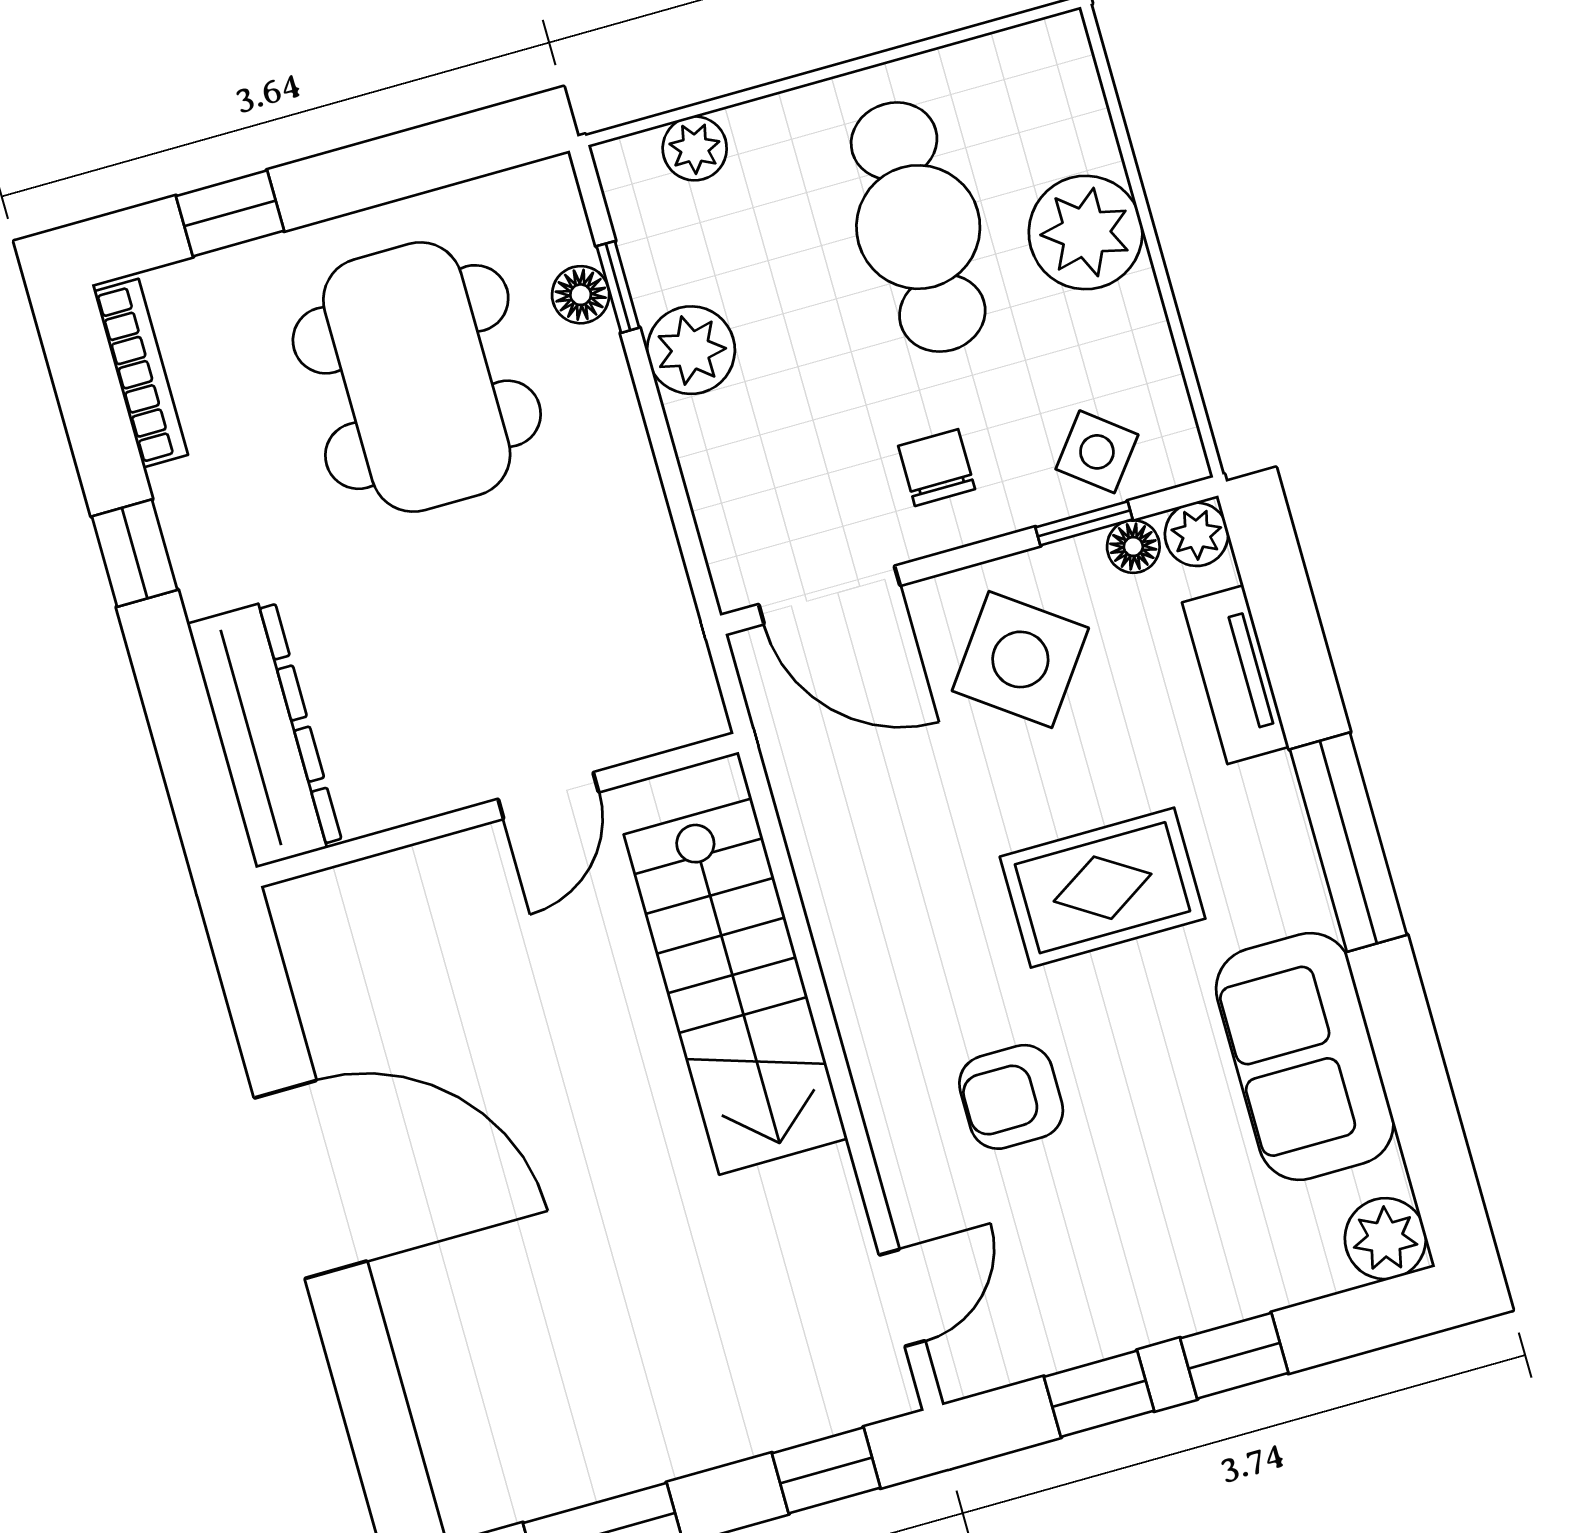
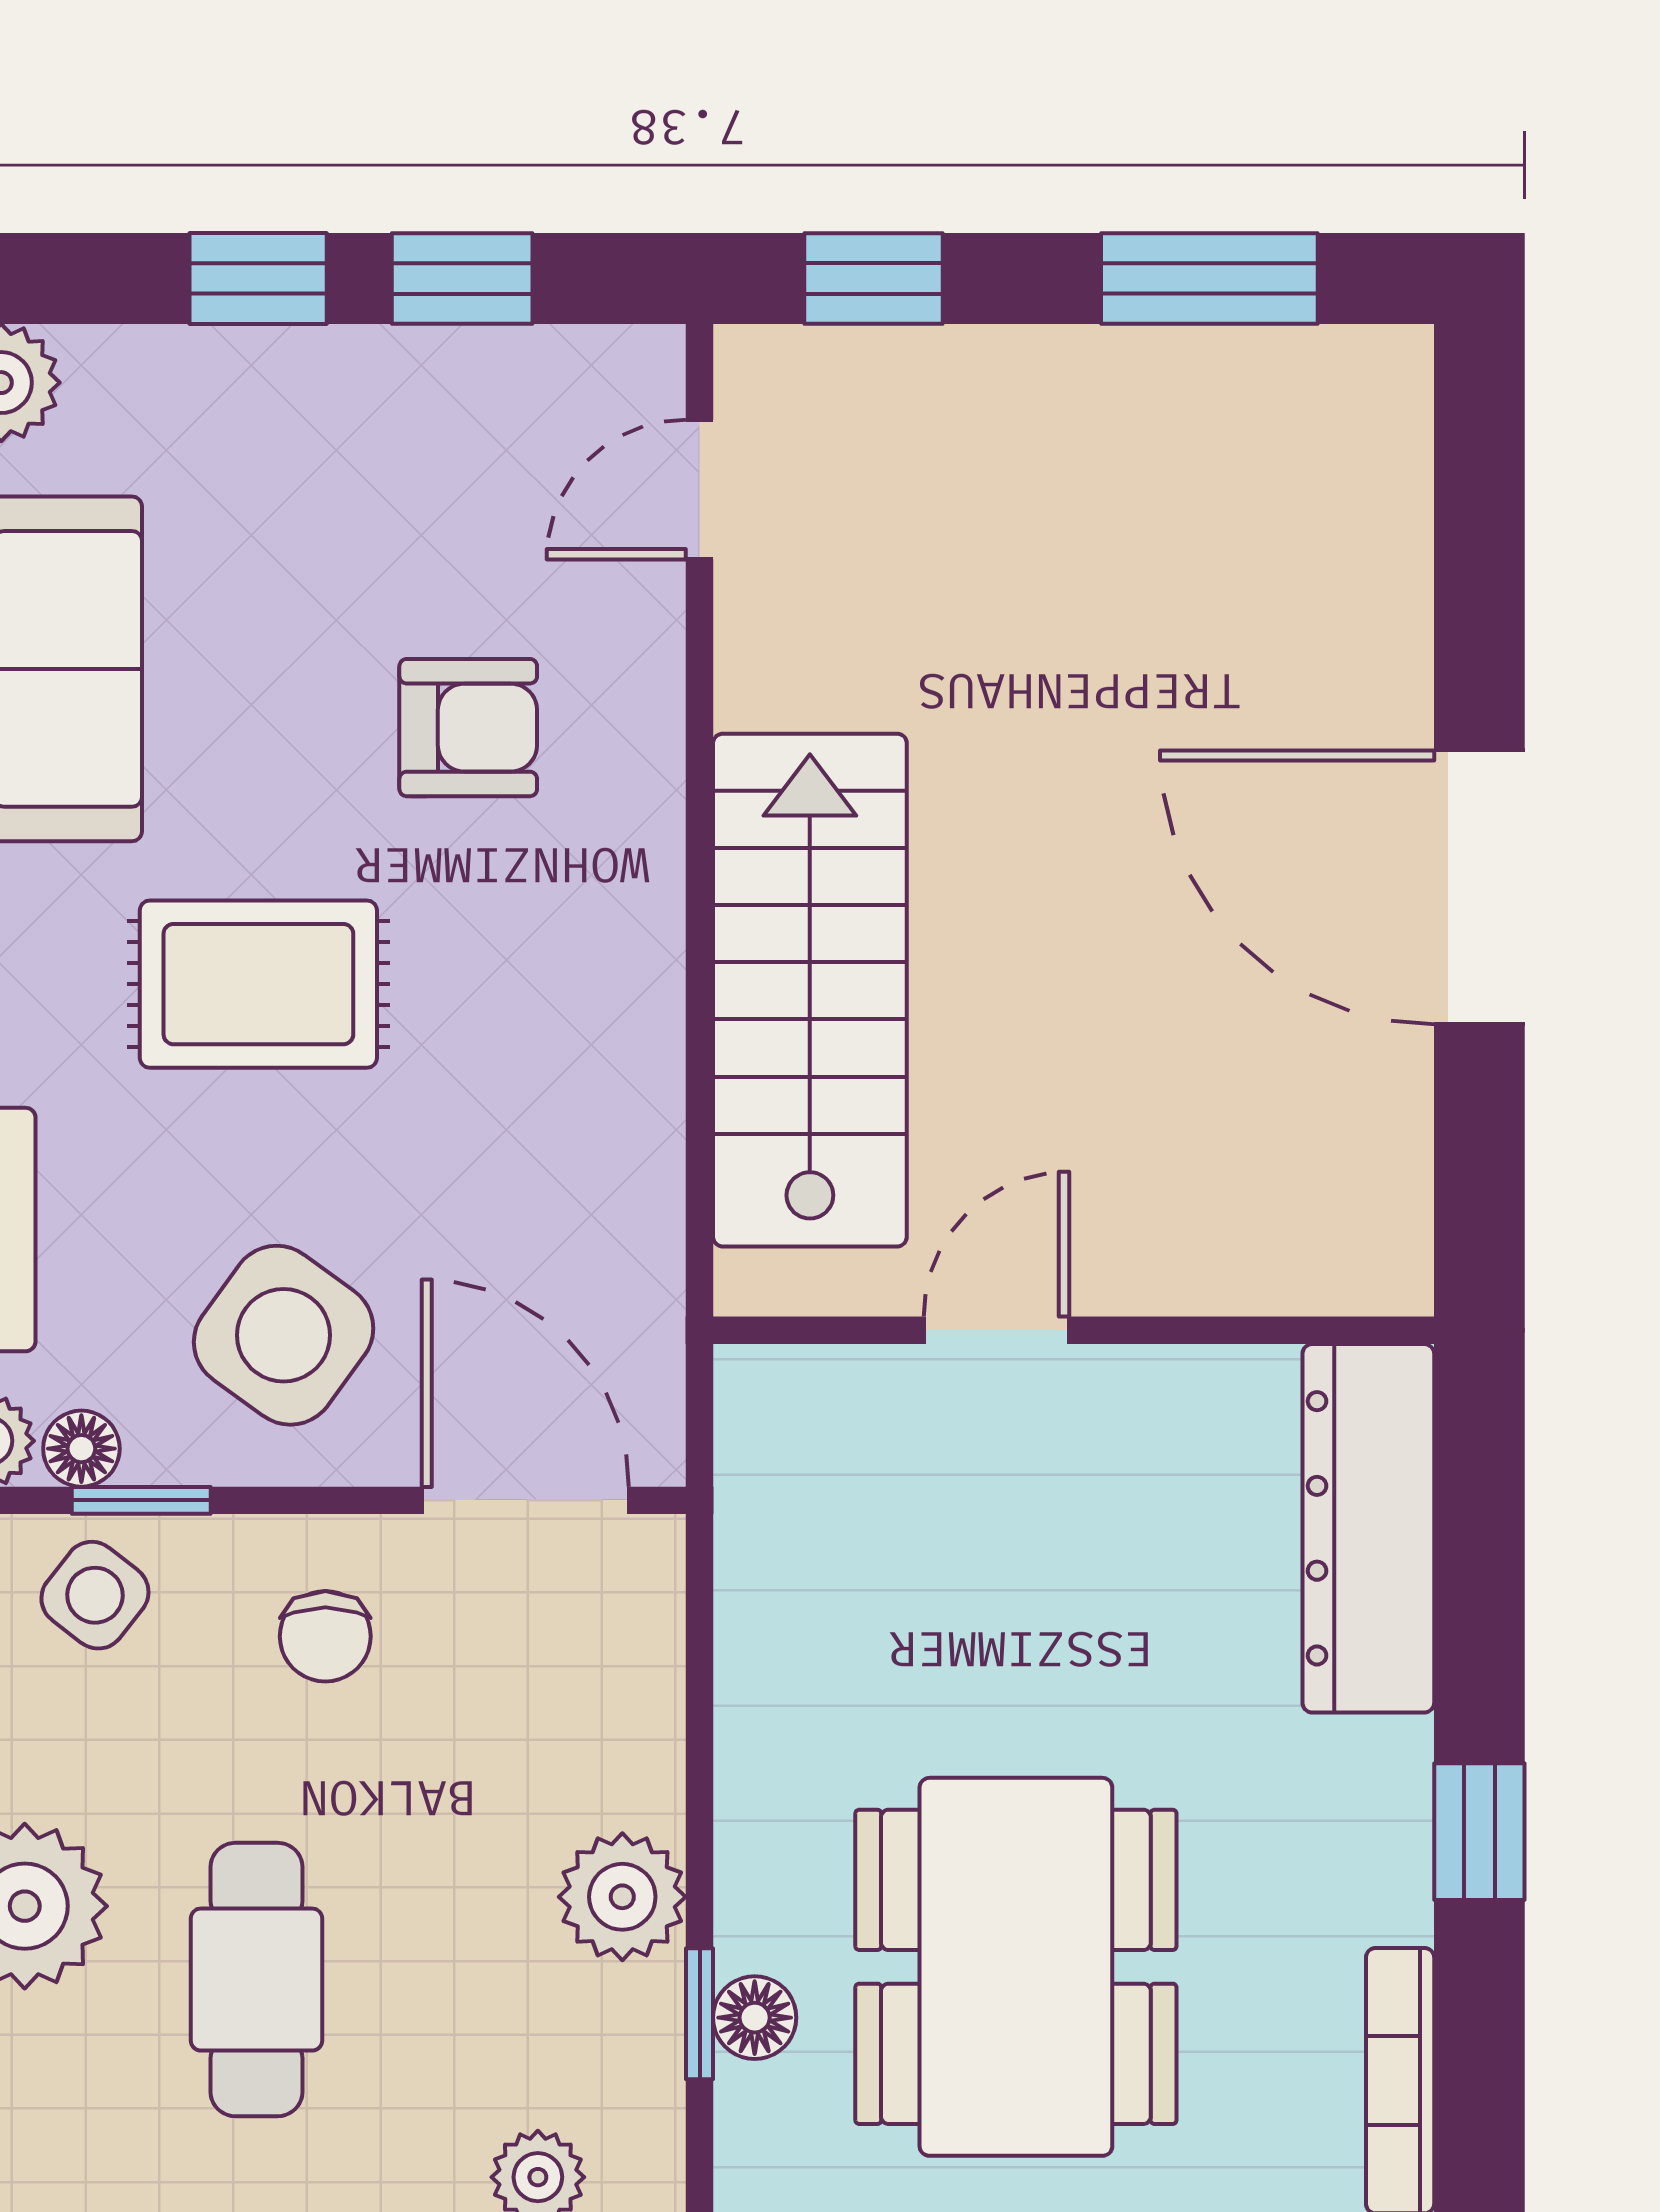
cafe table: (918, 227) -> (256, 1980), width x0.73, depth x0.74

